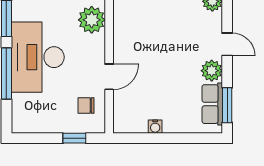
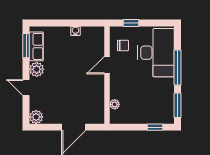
plant: (92, 20) -> (115, 104), width x0.53, depth x0.53
desk: (38, 57) -> (156, 53), moved

